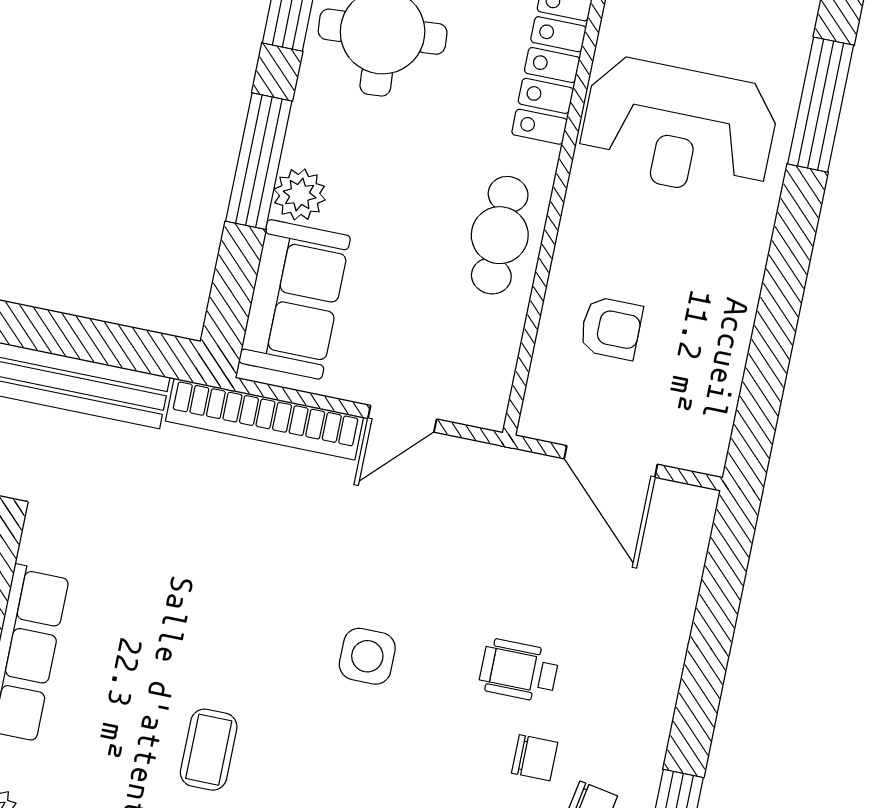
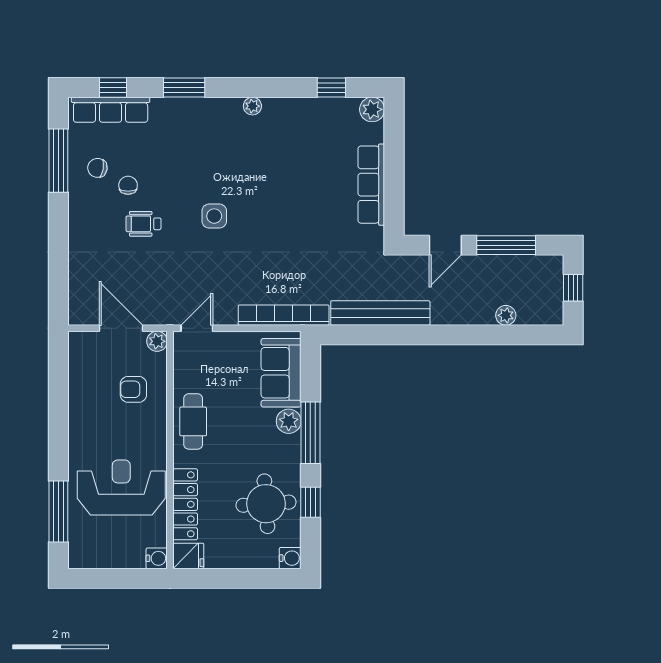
door: (402, 419) -> (197, 328), moved
plant: (541, 419) -> (157, 341), added
wheelchair: (519, 670) -> (143, 224), turned 180
coffee table: (209, 750) -> (278, 158), removed
chair: (535, 758) -> (128, 185), turned 90

